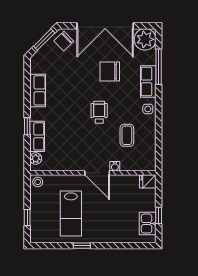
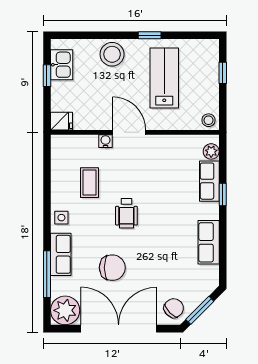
stool: (110, 231) -> (112, 54), added

